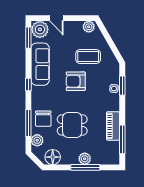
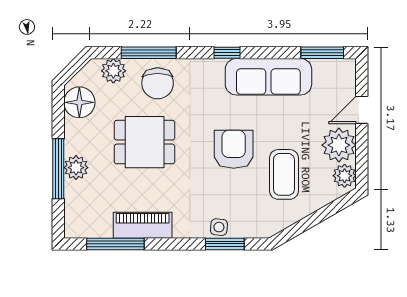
plant: (40, 29) -> (339, 145), moved
chair: (43, 119) -> (158, 83), turned -90
dining table: (72, 125) -> (145, 142), turned 90

